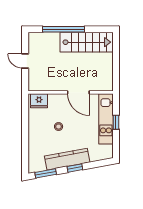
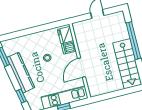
dishwasher: (54, 101) -> (69, 48), added
window: (75, 168) -> (21, 96), moved

